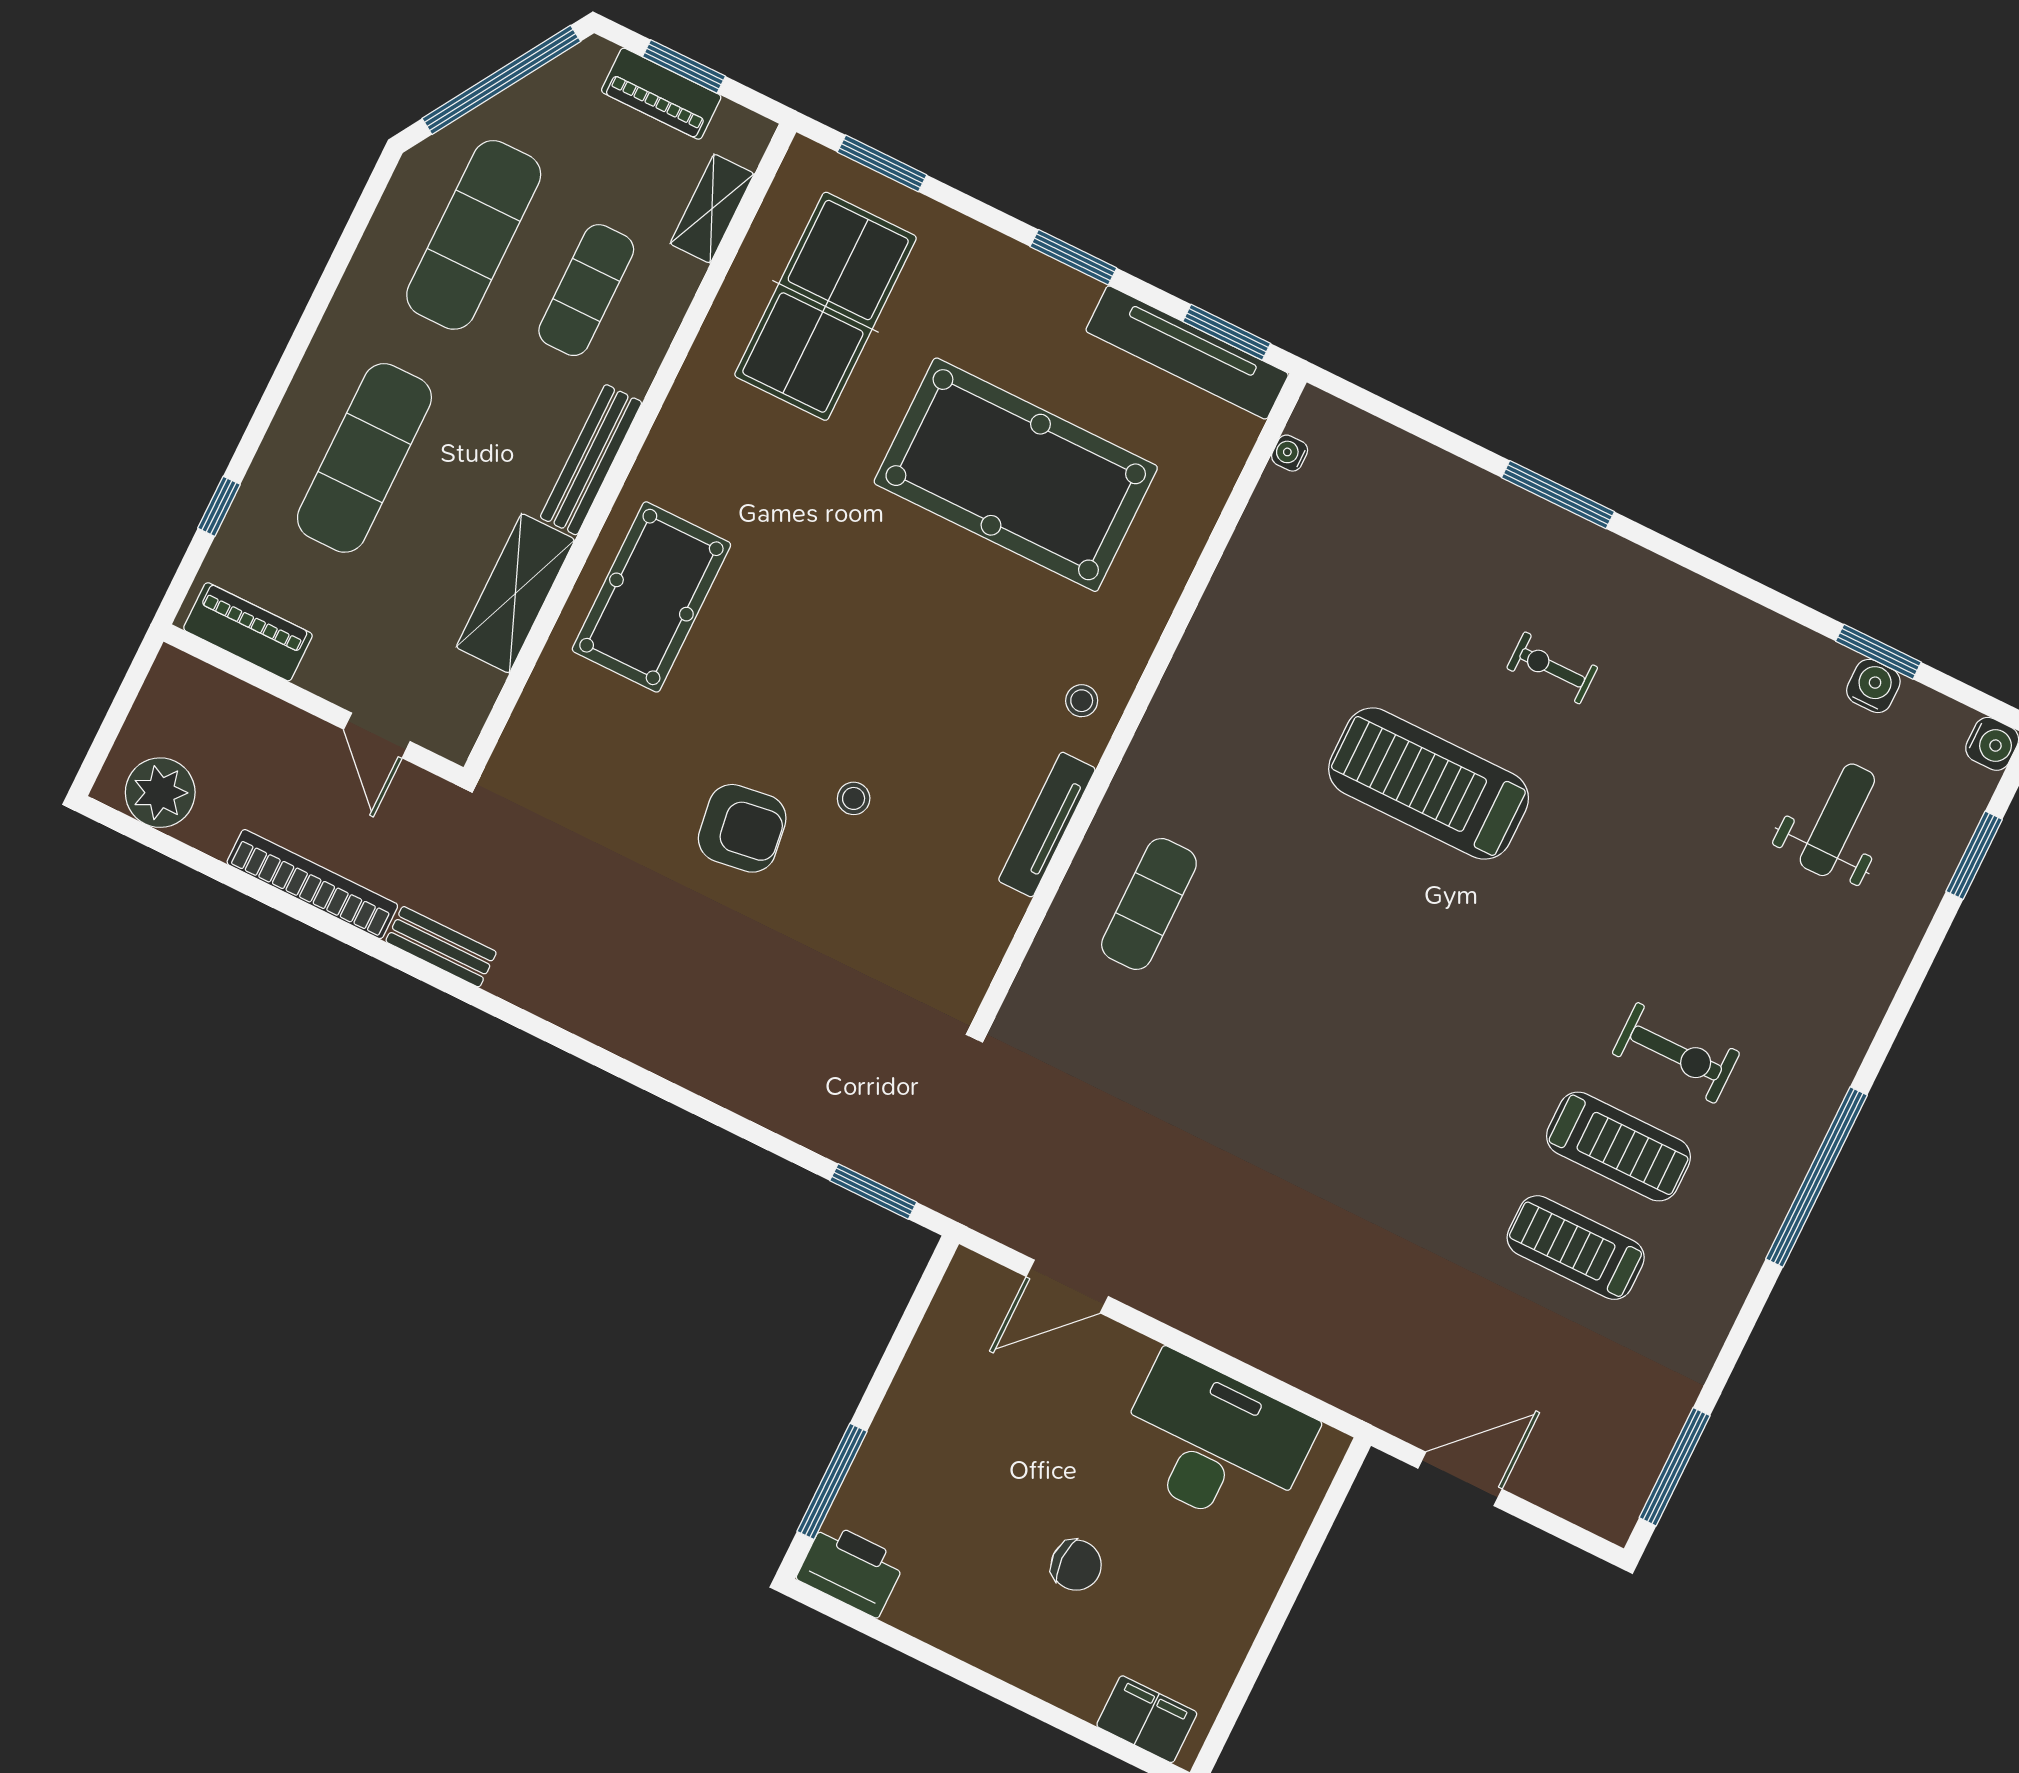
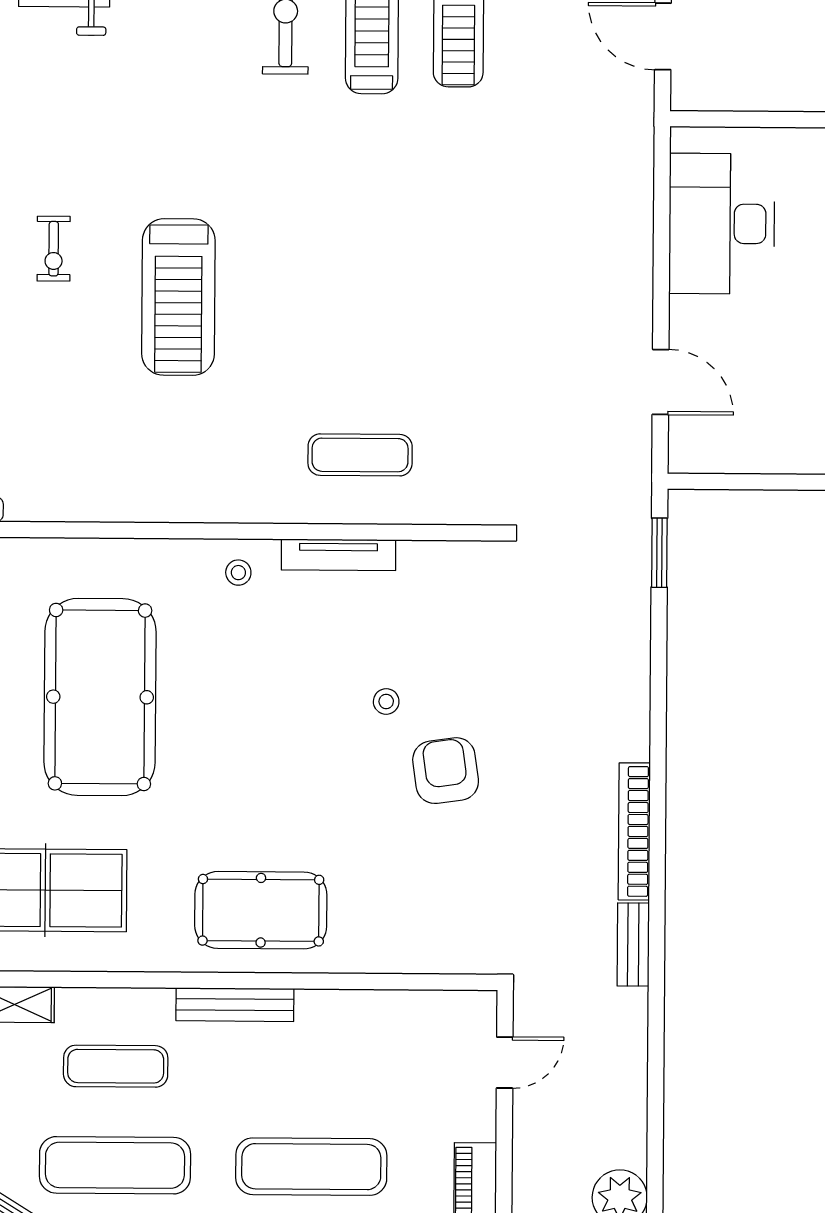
shelving: (515, 593) -> (356, 1013), removed
pool table: (651, 597) -> (261, 910), moved
bookcase: (312, 884) -> (634, 831), moved

